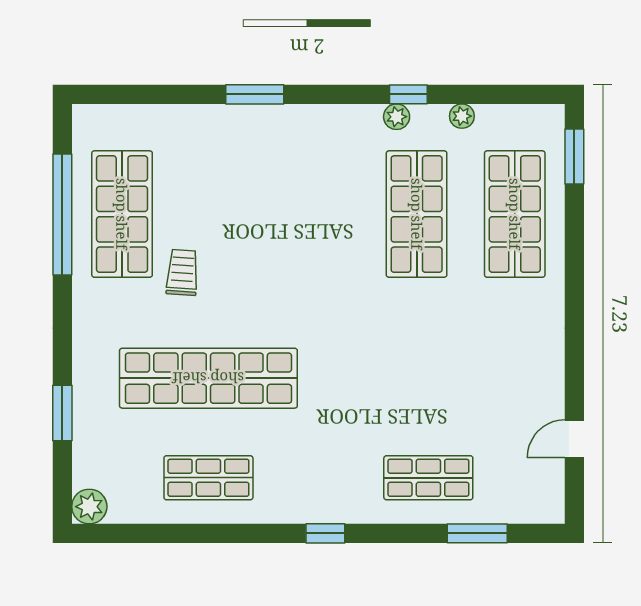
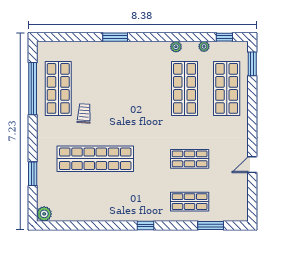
window: (408, 94) -> (224, 37), moved
door: (574, 439) -> (252, 165), moved
shop shelf: (208, 478) -> (190, 159), moved

